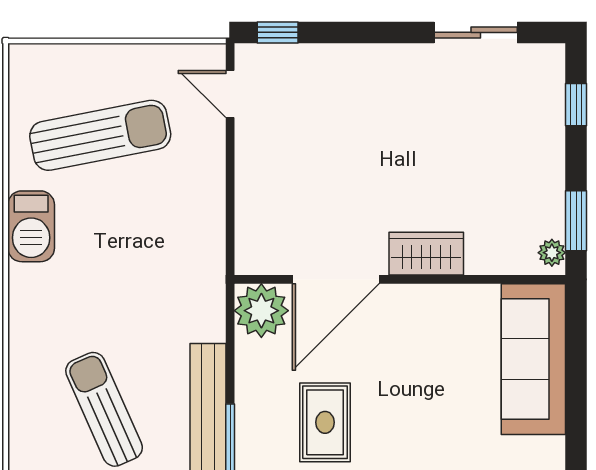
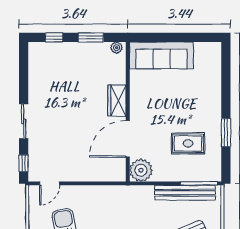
sliding door: (476, 32) -> (24, 121), moved
window: (576, 221) -> (91, 37), moved
door: (336, 279) -> (128, 139), swing flipped

